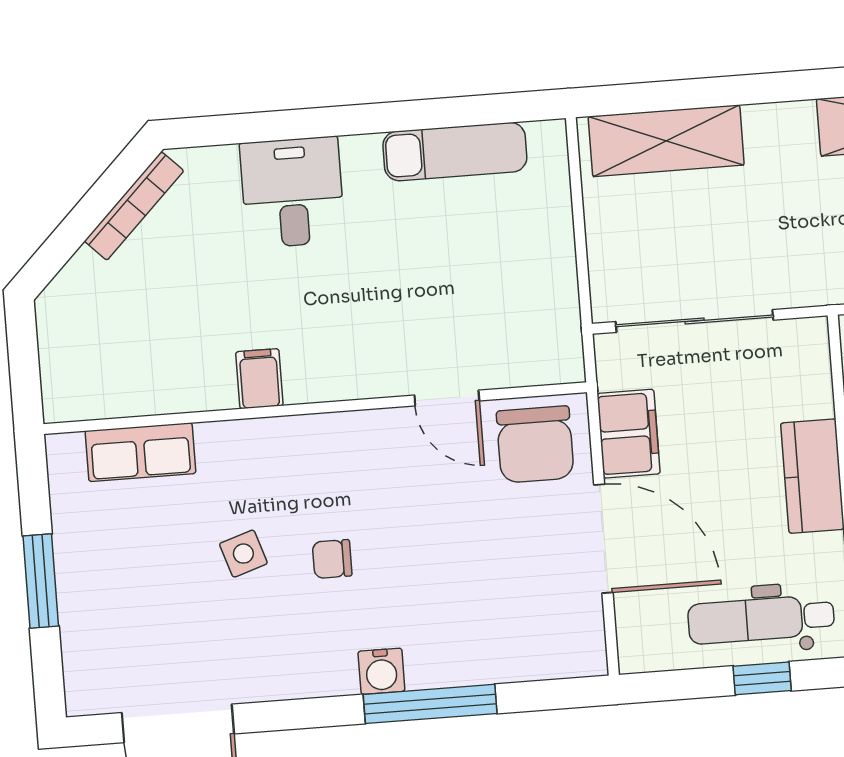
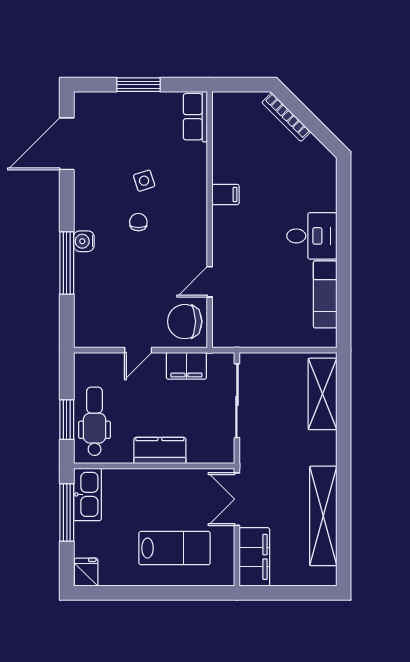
desk: (292, 192) -> (312, 236), moved
bookcase: (134, 206) -> (286, 117), moved
row of seats: (140, 452) -> (195, 117), moved
door: (603, 539) -> (138, 350), width x0.53
window: (762, 678) -> (67, 420), width x1.50

